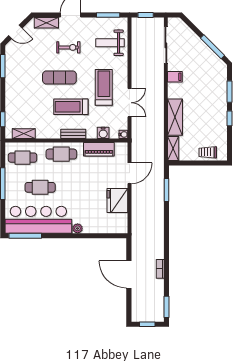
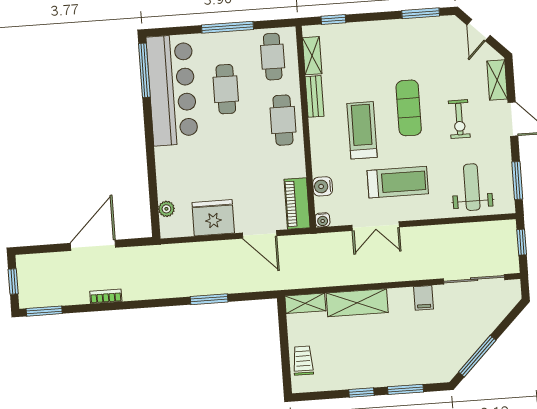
bench: (73, 134) -> (314, 96), moved
piano: (99, 149) -> (297, 204), moved
window: (166, 190) -> (209, 299), moved
plant: (78, 228) -> (166, 209), moved

